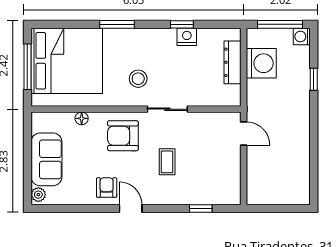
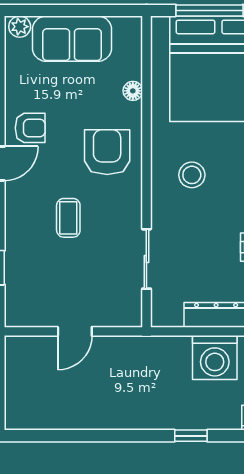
sliding door: (167, 109) -> (146, 259), moved
door: (244, 133) -> (75, 331), moved
coffee table: (167, 162) -> (68, 218), turned 90

